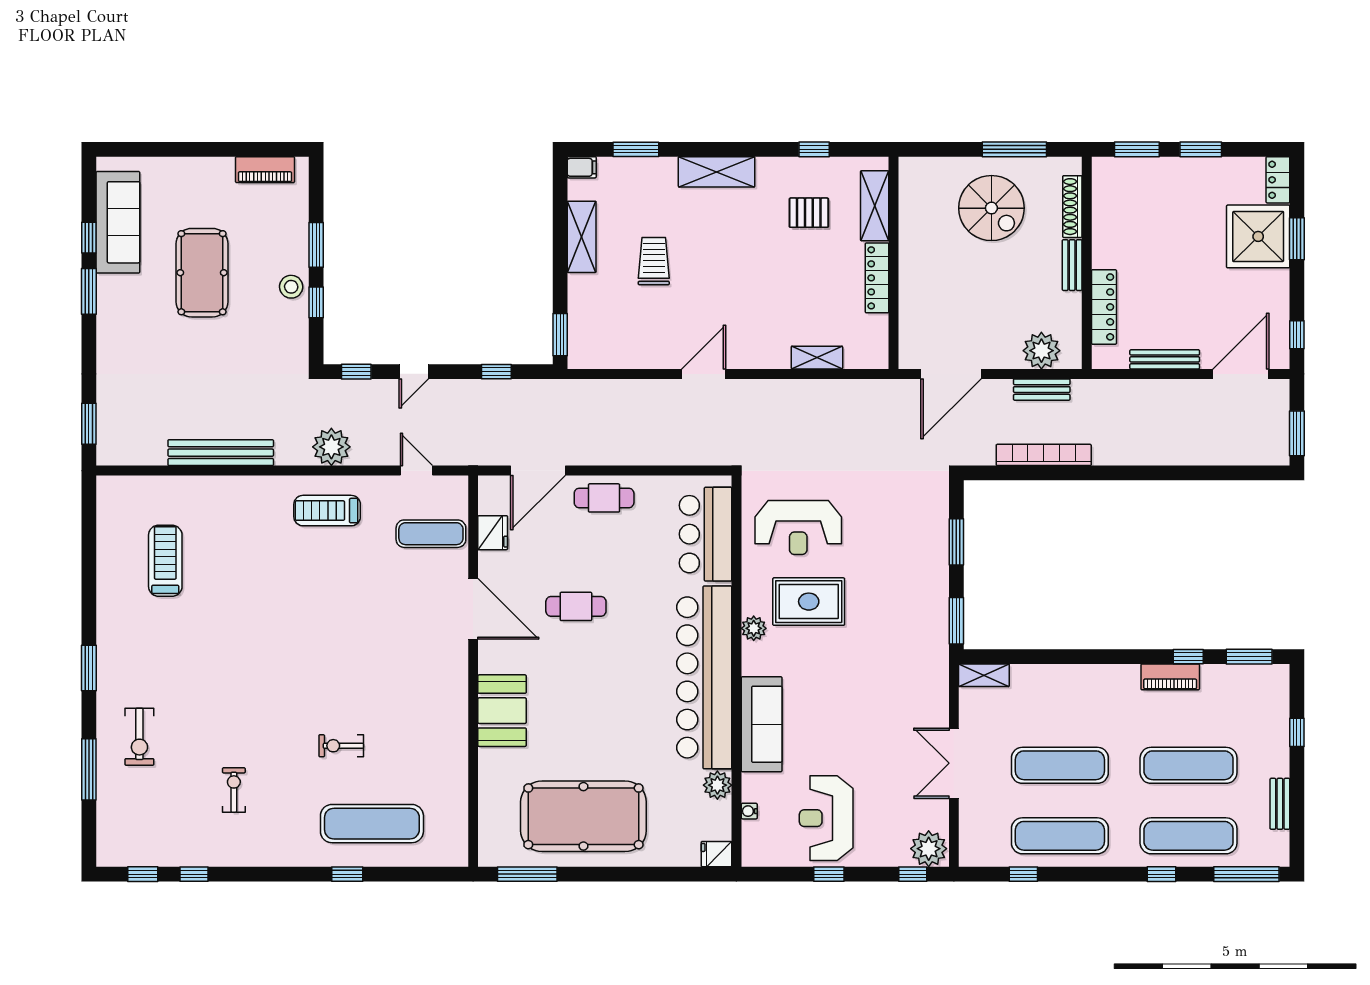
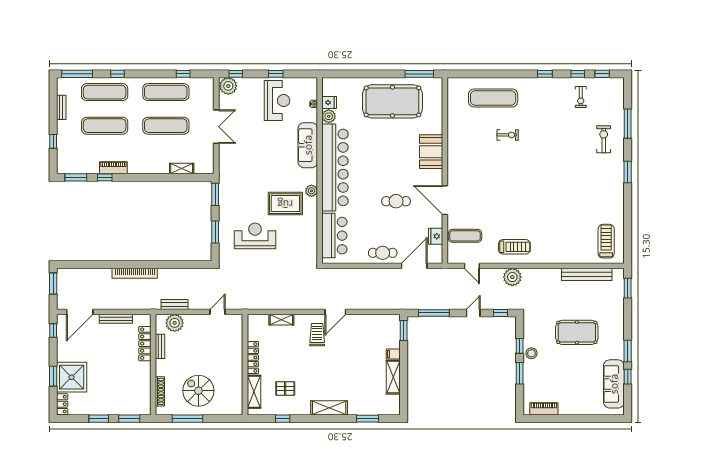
filing cabinet: (582, 167) -> (393, 354), moved
trolley: (654, 261) -> (317, 335), moved, turned 180
bench: (1072, 265) -> (160, 346), moved
pool table: (202, 273) -> (577, 332), moved, turned 90
window: (496, 372) -> (434, 313), width x2.17
door: (951, 374) -> (218, 312), width x0.53
bench: (221, 453) -> (587, 274), moved
bookcase: (1044, 455) -> (135, 273), moved
reception desk: (798, 528) -> (255, 236), moved
treadmill: (165, 561) -> (606, 241), moved, turned 180
shelving: (984, 675) -> (182, 168), moved
exercise bike: (234, 790) -> (581, 97), moved
fridge: (716, 854) -> (329, 103), moved
window: (347, 874) -> (545, 74), moved

